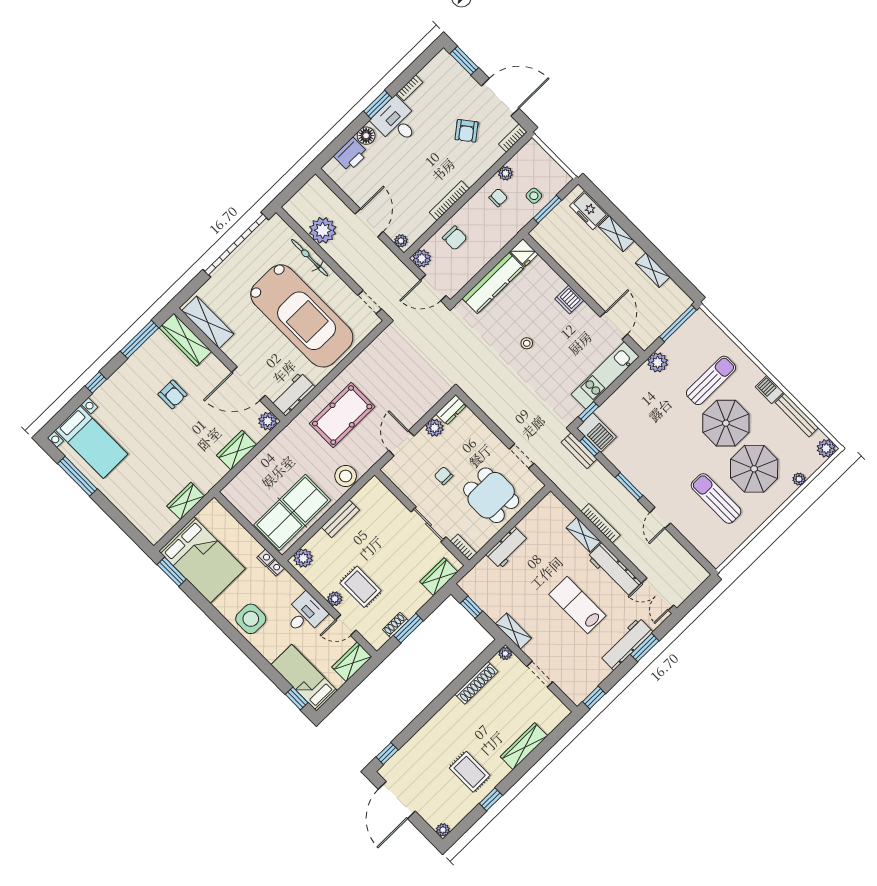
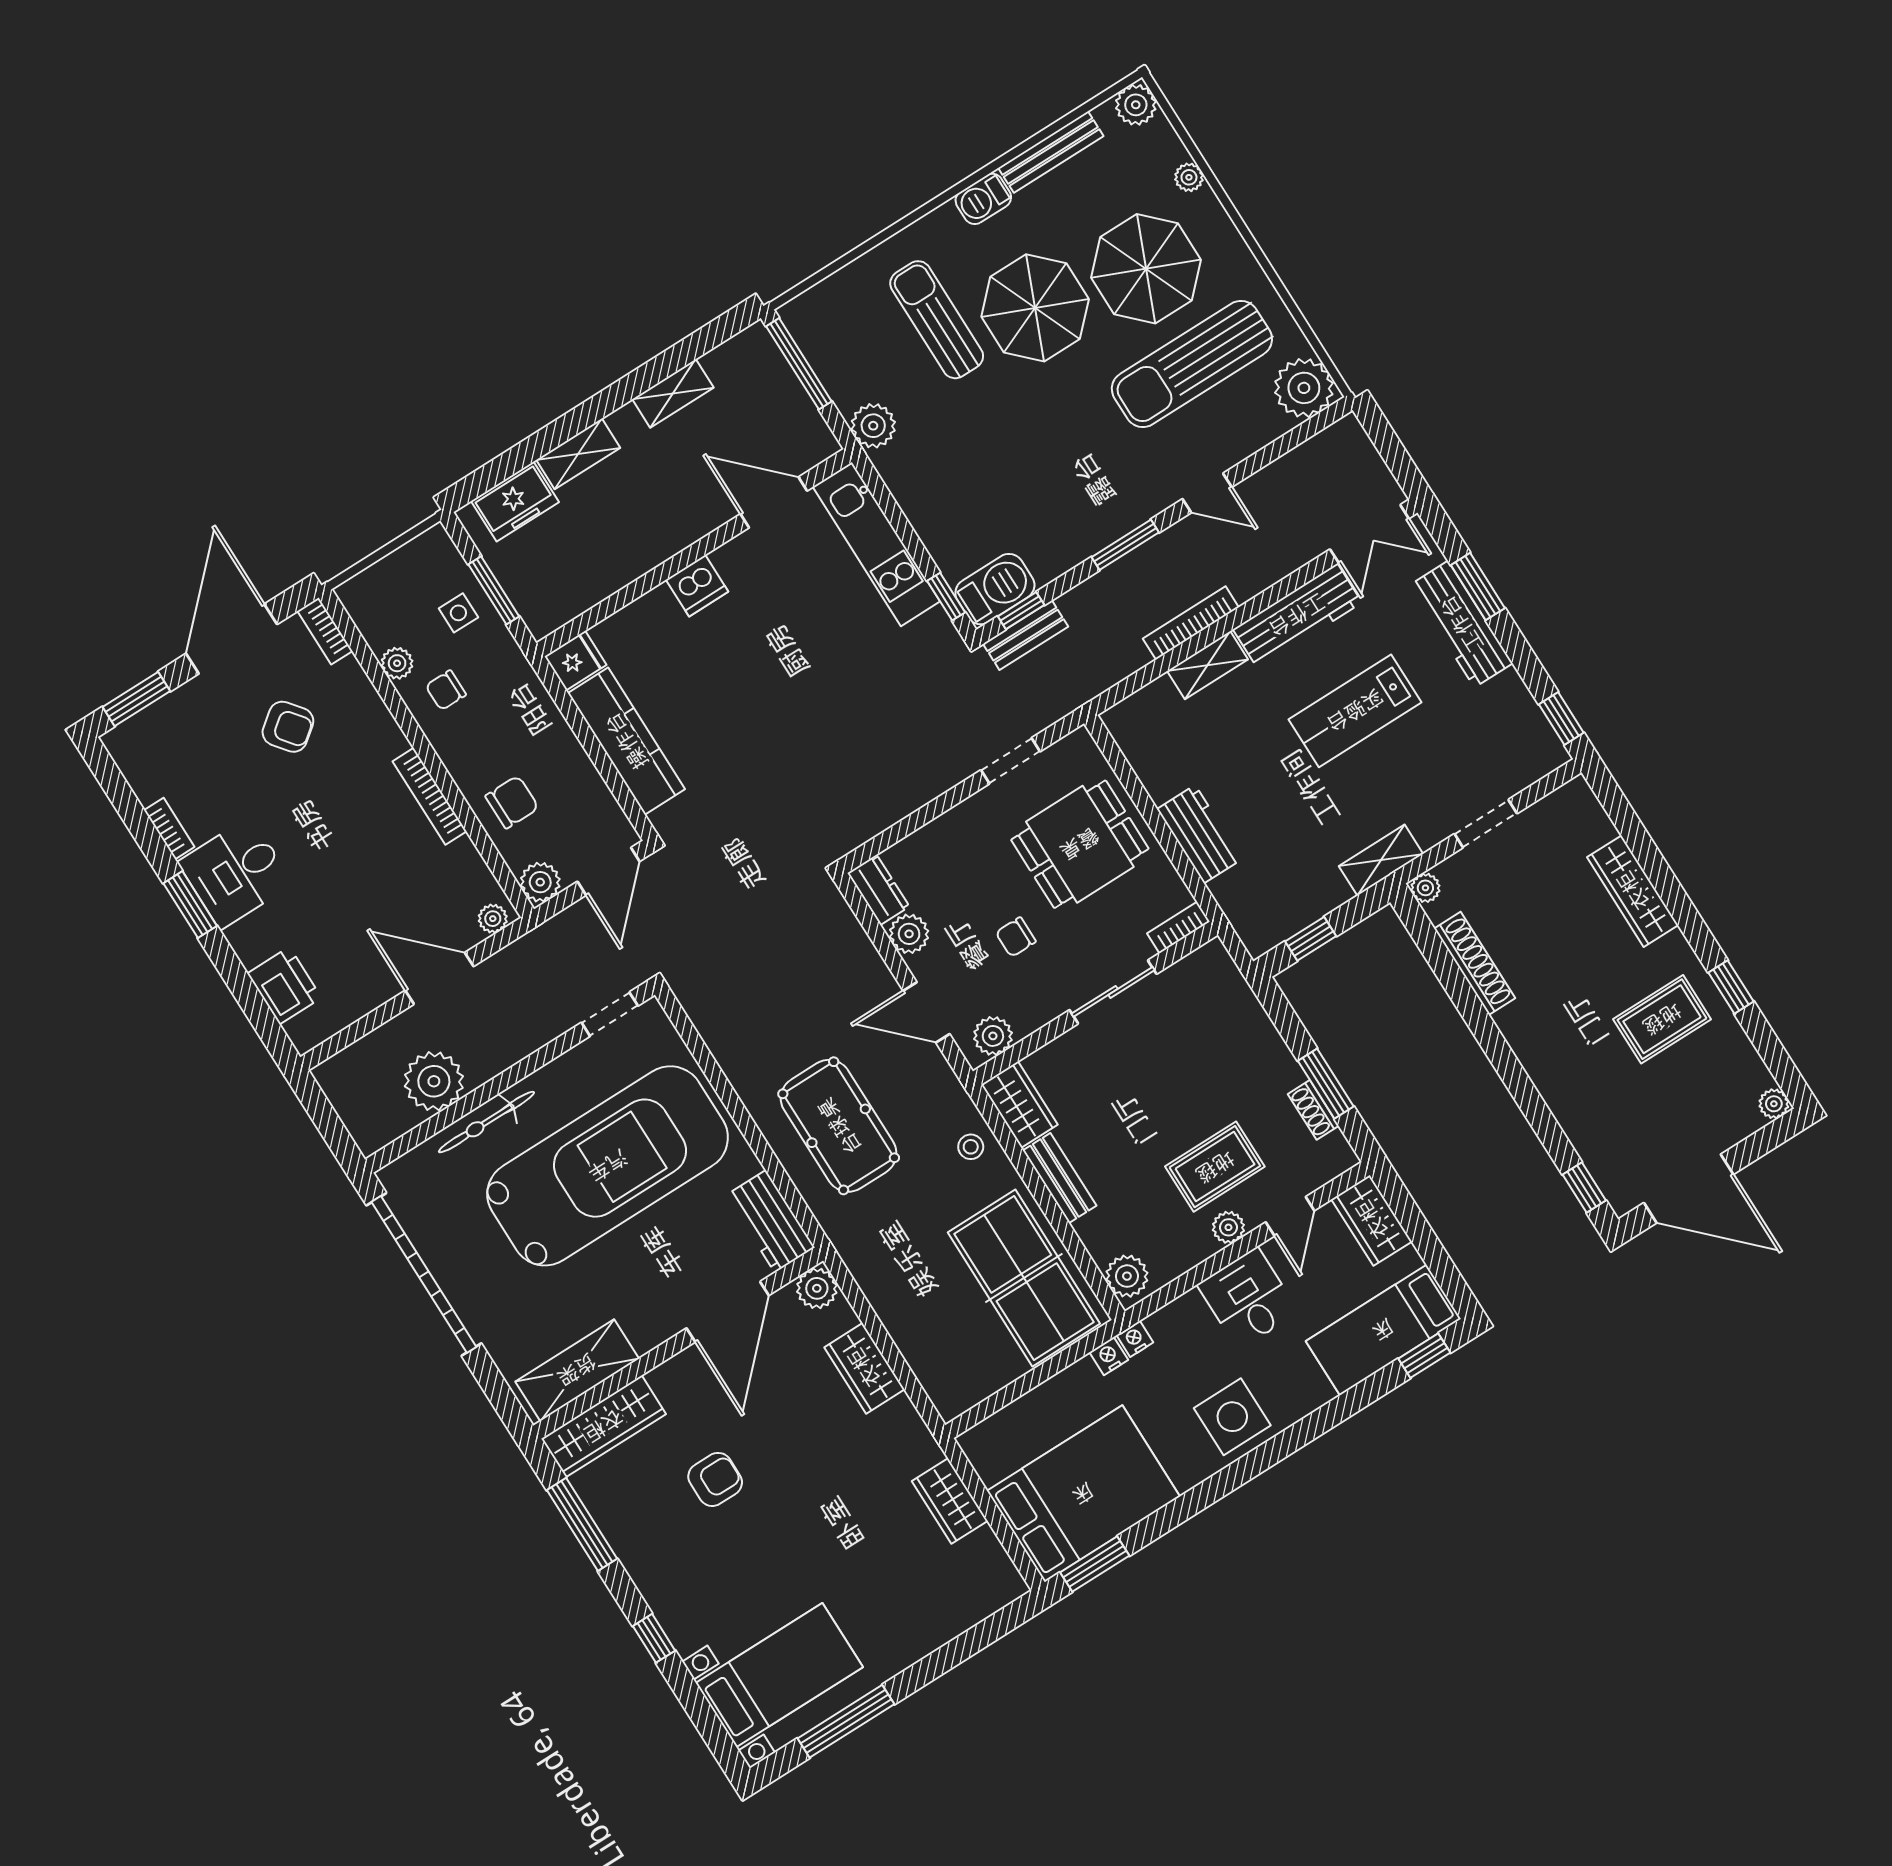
floor lamp: (366, 136) -> (251, 944), removed
chair: (498, 198) -> (446, 690), turned -90
stool: (527, 343) -> (771, 697), removed
plant: (397, 475) -> (993, 1036), added
stool: (346, 476) -> (971, 1147), width x0.53, depth x0.53
sun lounger: (716, 499) -> (1192, 364), width x1.36, depth x1.34
plant: (716, 551) -> (1304, 388), added
wardrobe: (439, 577) -> (1019, 1105), moved, turned 180

